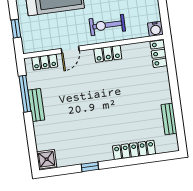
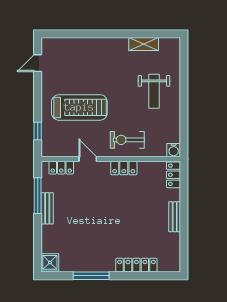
door: (70, 50) -> (88, 159), swing flipped
bench: (169, 119) -> (175, 217), moved
window: (90, 167) -> (91, 276), width x2.17

